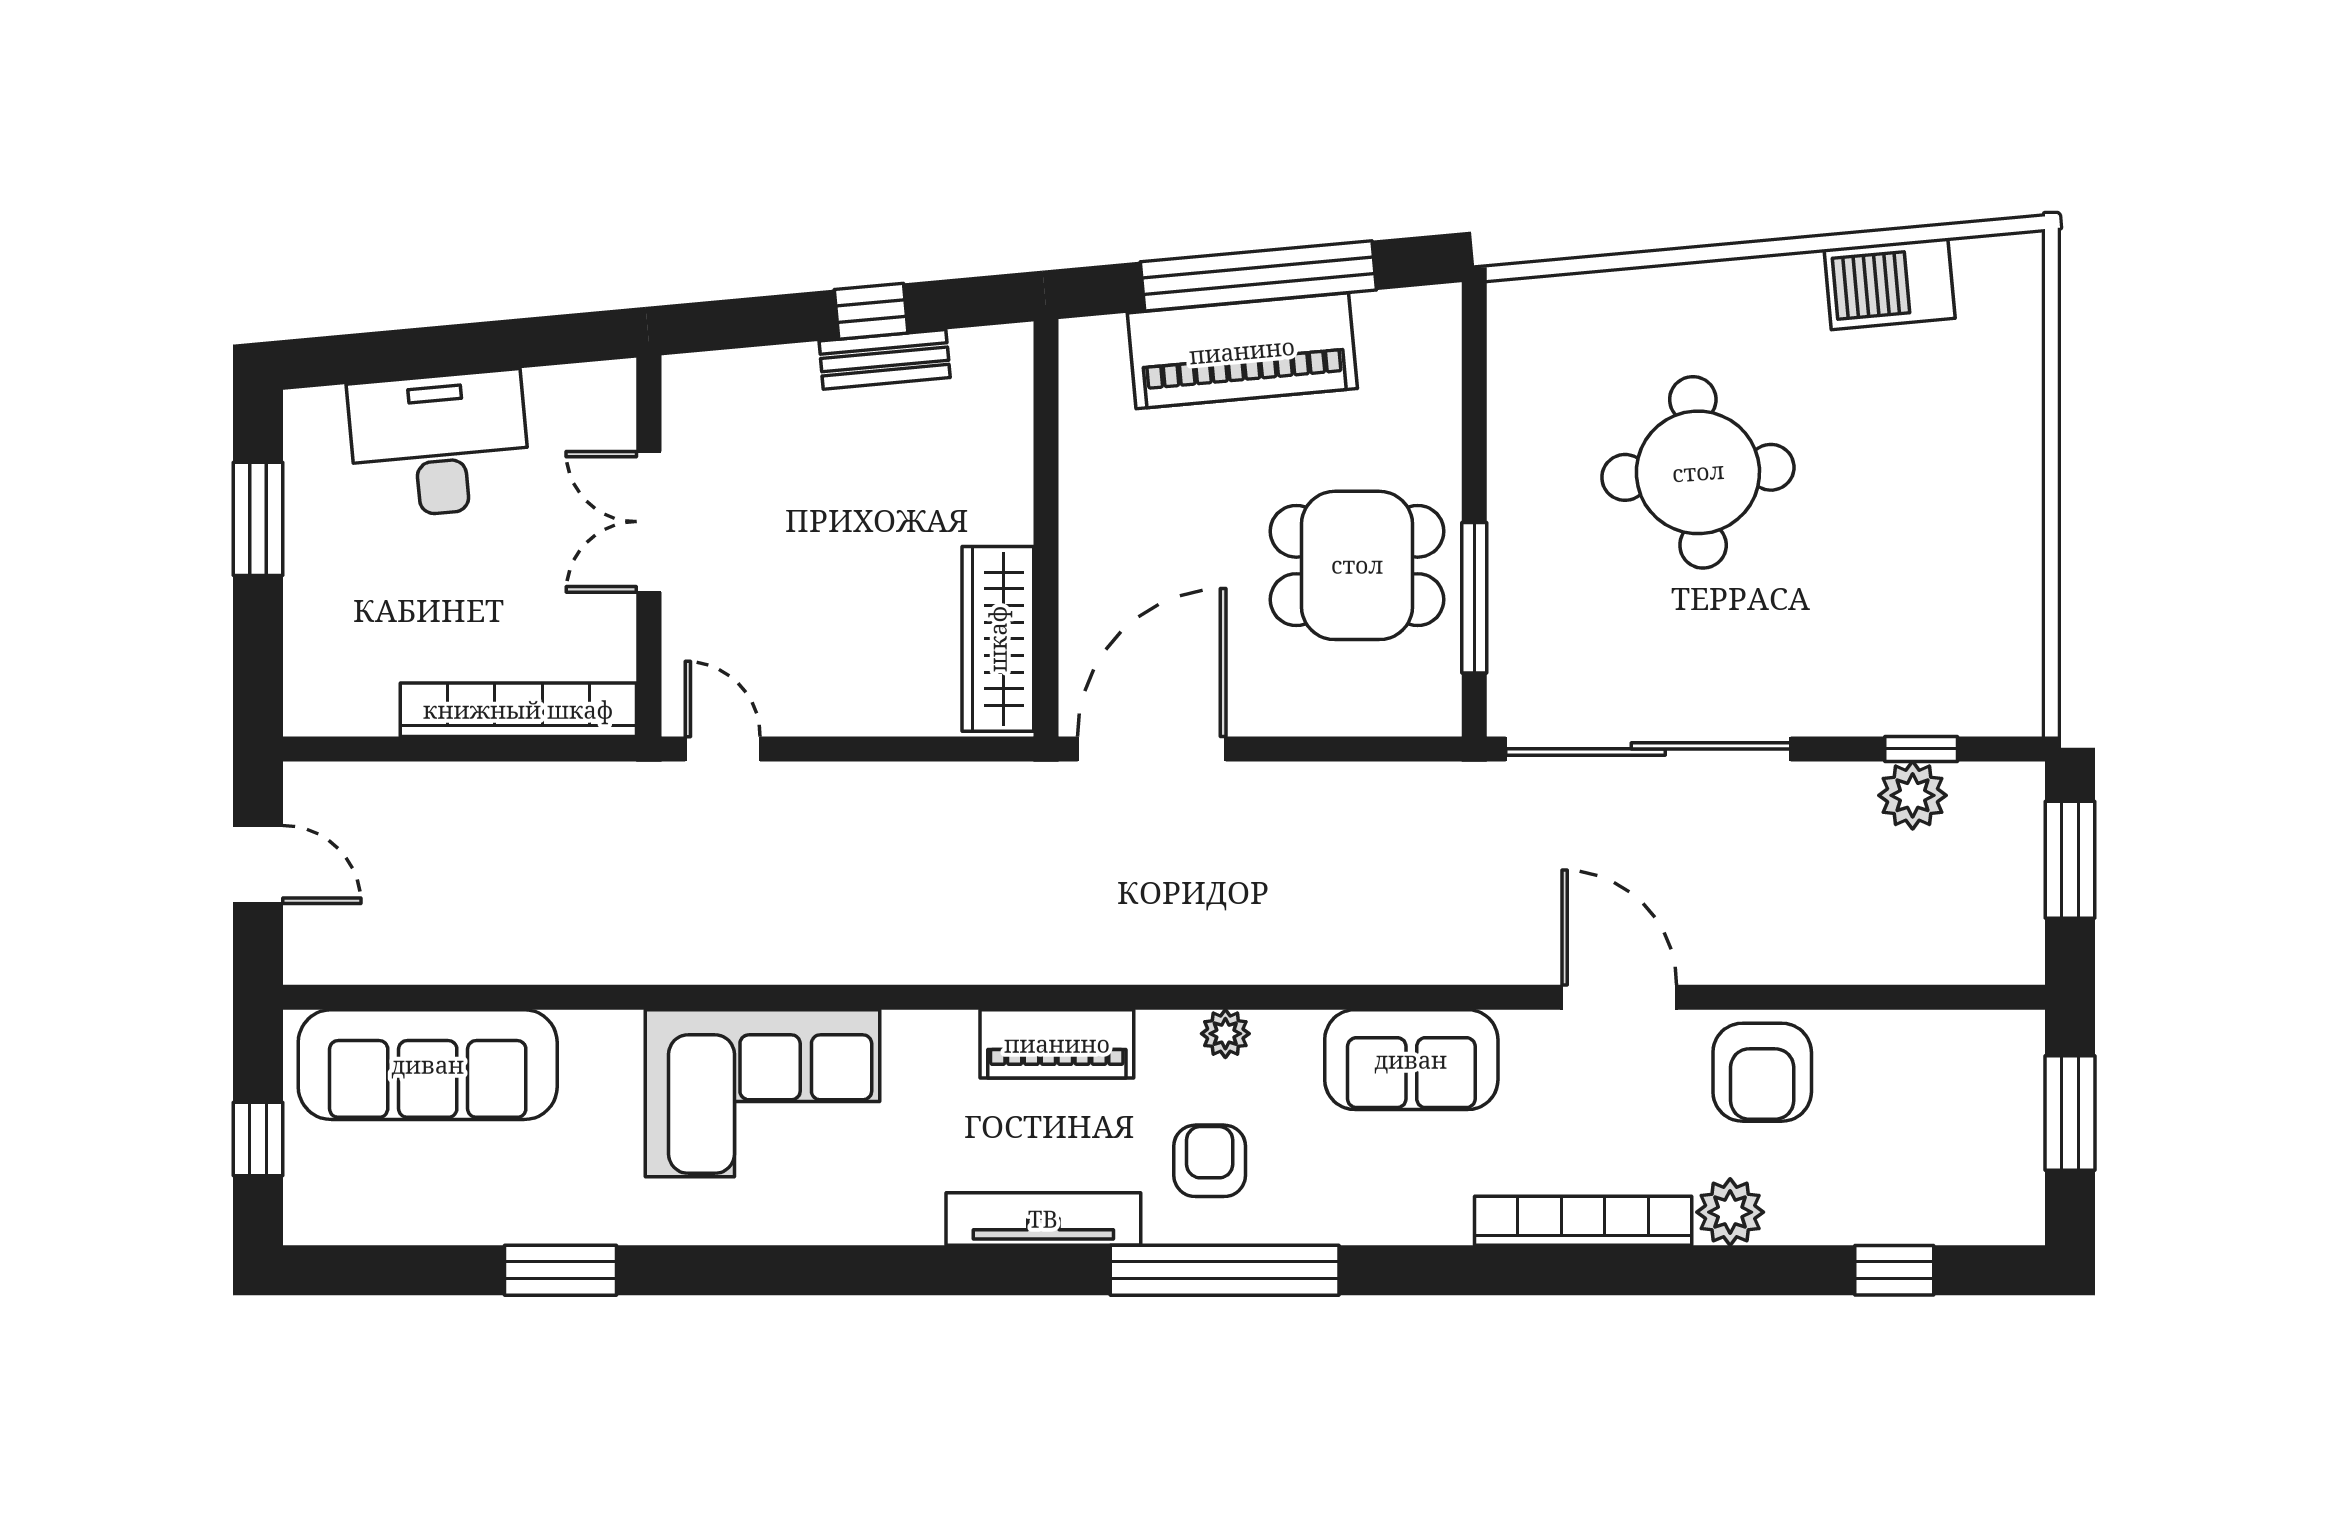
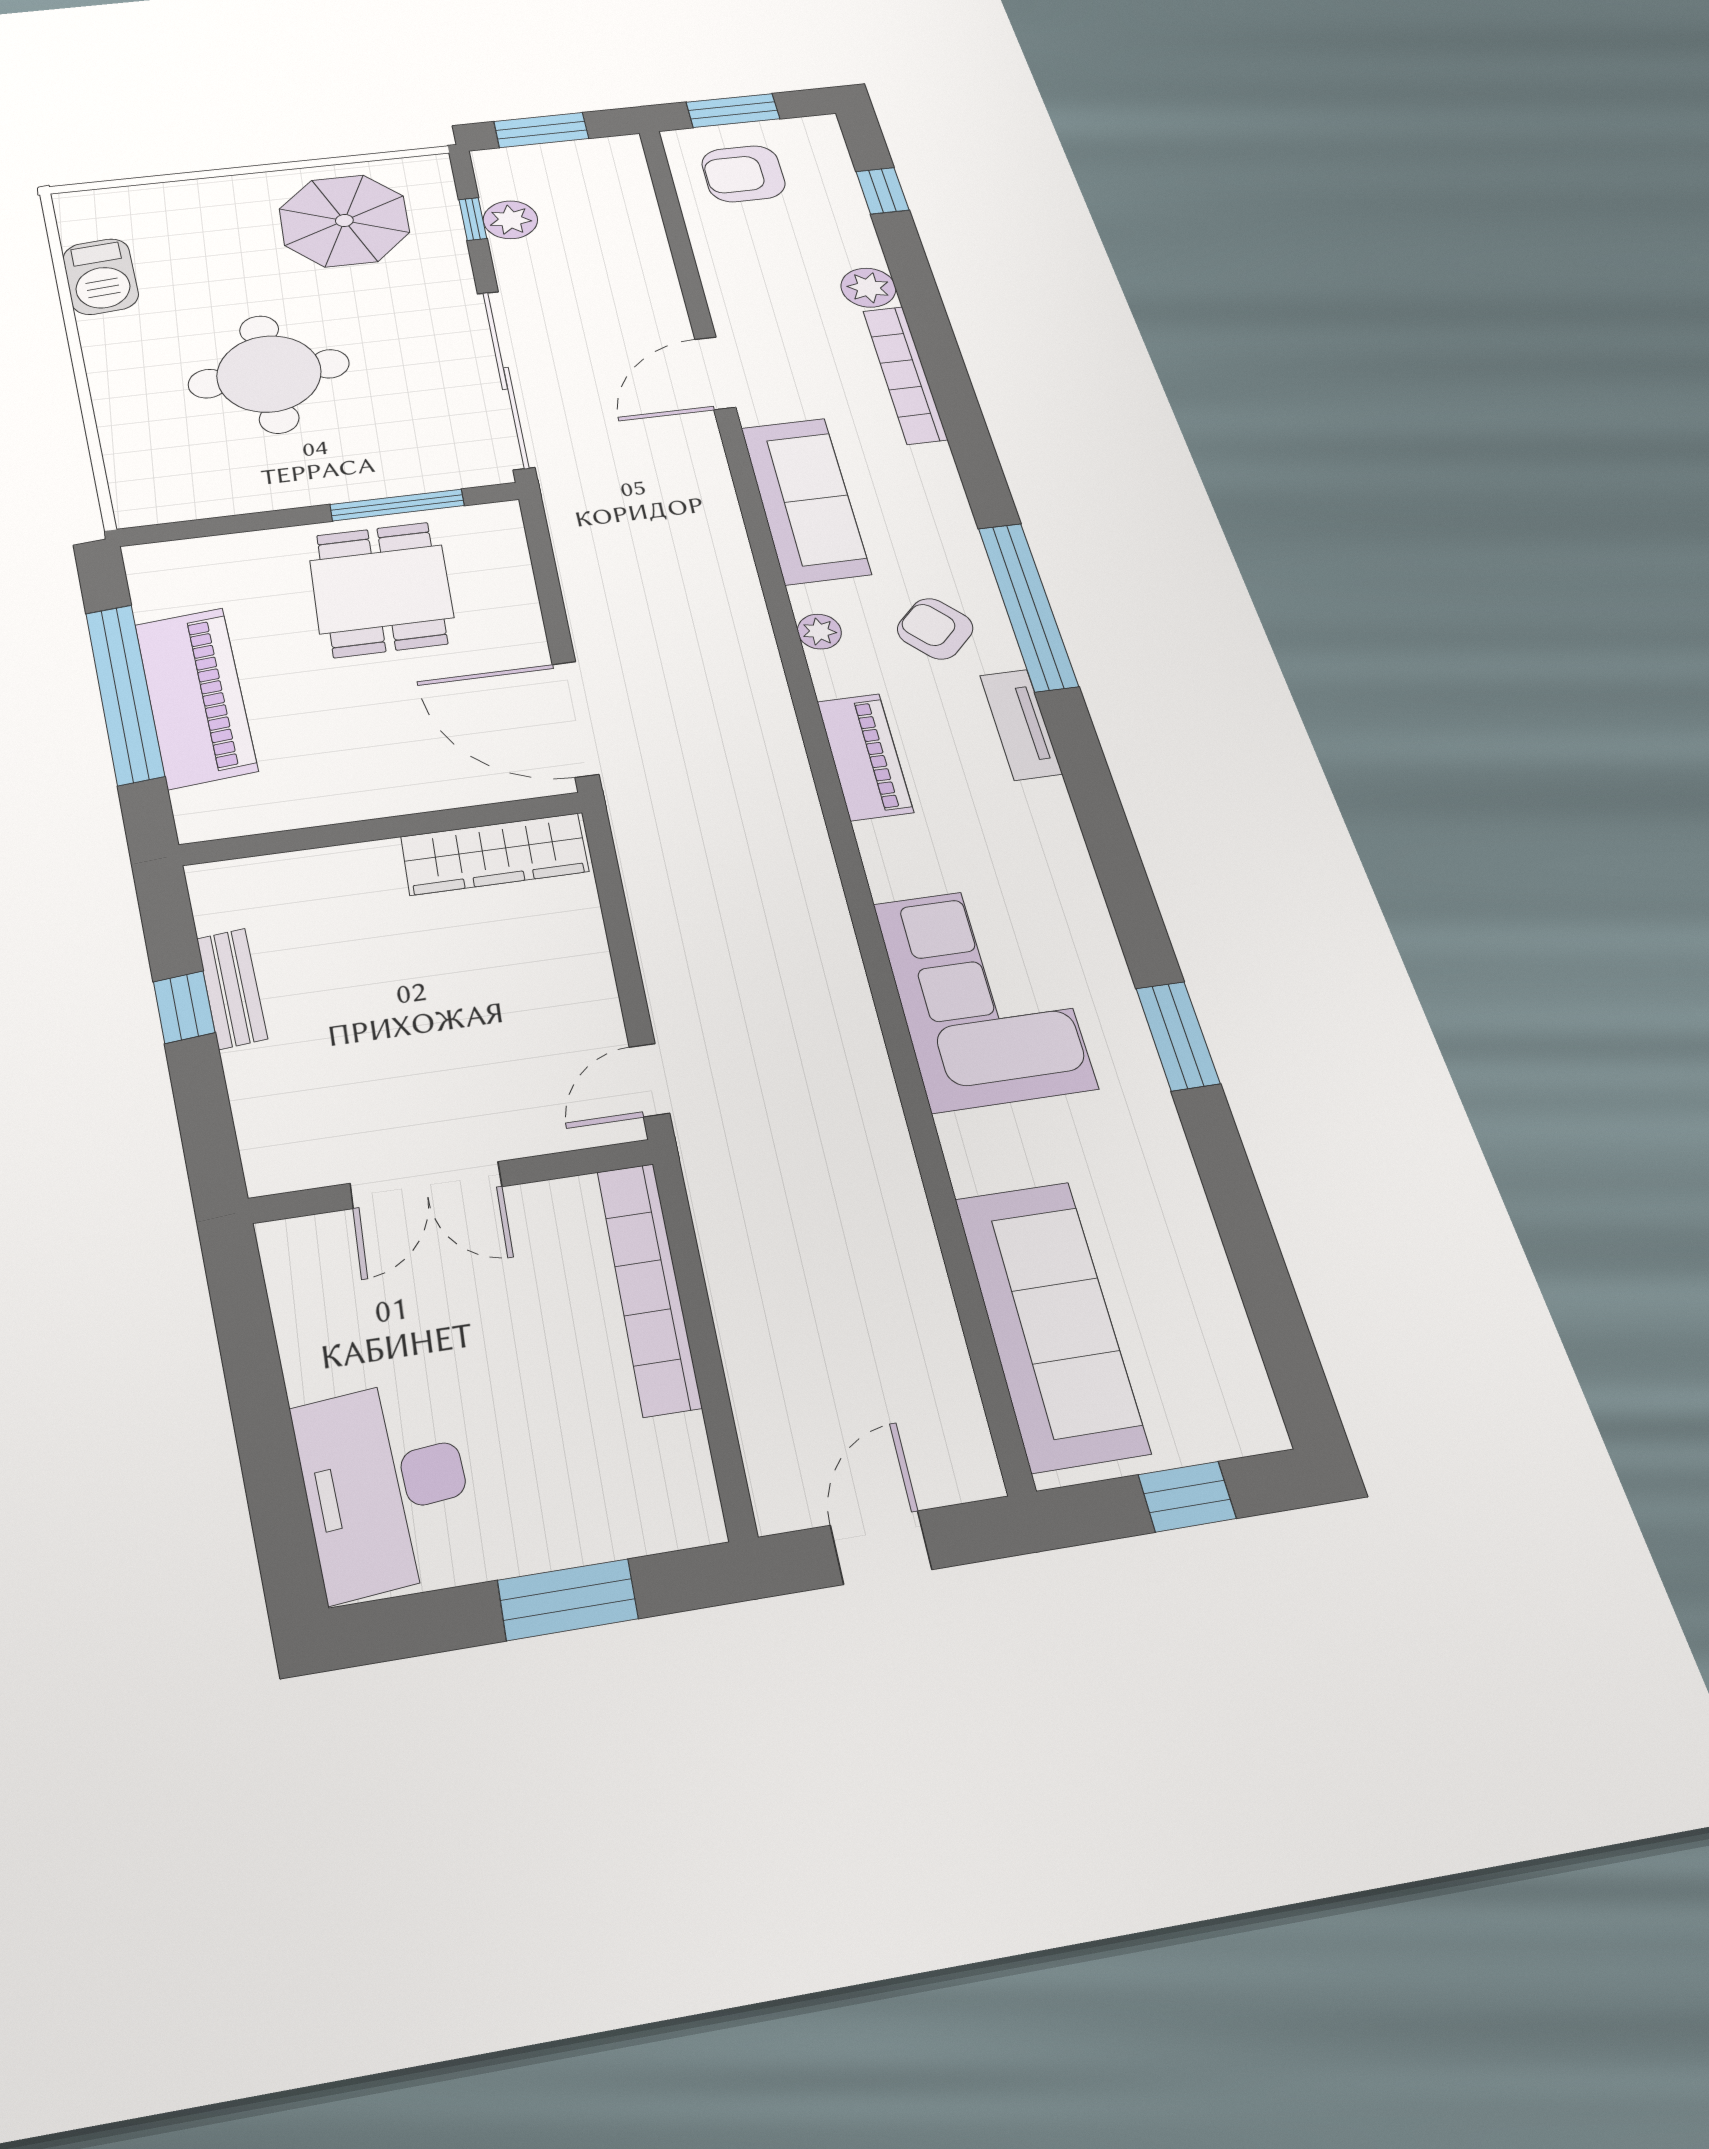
desk: (439, 445) -> (386, 1486), moved
window: (258, 519) -> (568, 1599), moved
parasol: (1942, 590) -> (344, 221), added
sofa: (1411, 1060) -> (805, 500), width x1.36
armchair: (1762, 1072) -> (743, 174), moved, turned 180
armchair: (1210, 1161) -> (935, 629), turned 46
tv unit: (1043, 1219) -> (1021, 724), width x0.71
window: (561, 1270) -> (1178, 1036), moved

